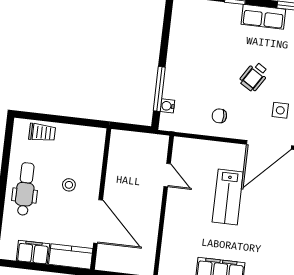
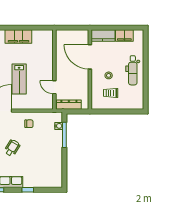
trolley: (42, 133) -> (111, 93), moved
dresser: (145, 141) -> (69, 105), added
lab bench: (228, 197) -> (19, 79), turned 180

